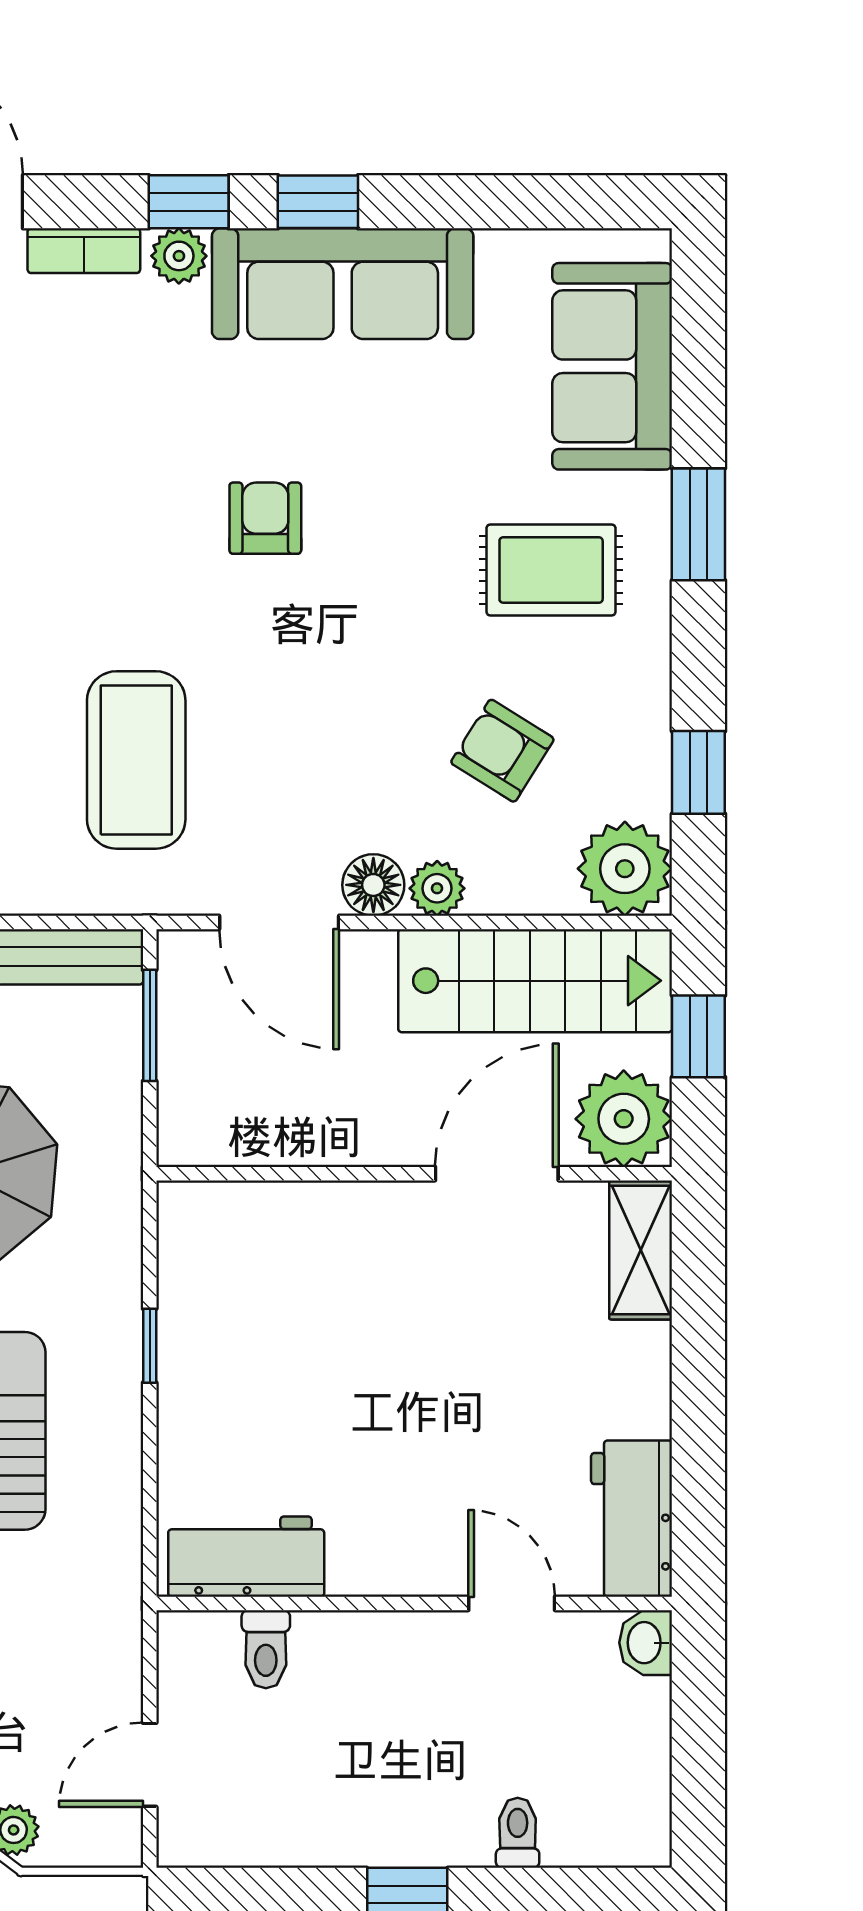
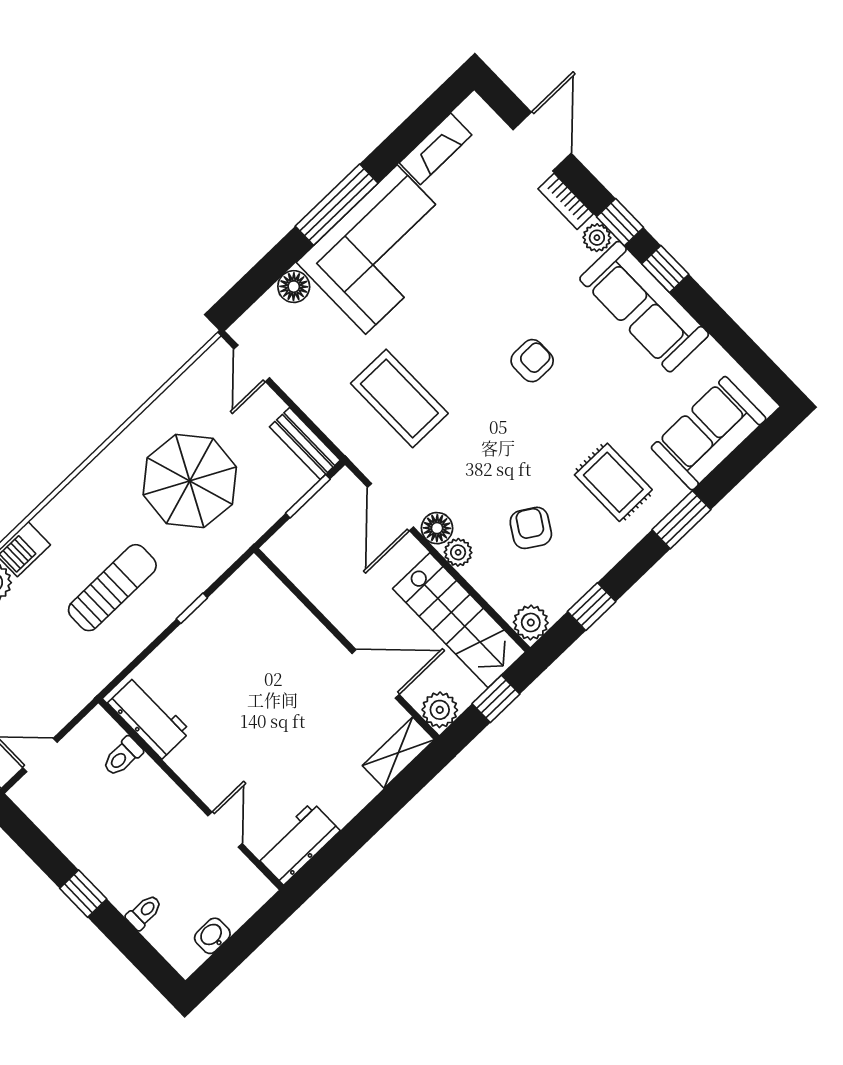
coffee table: (136, 760) -> (399, 398), turned 90
plant: (625, 869) -> (531, 623), width x0.73, depth x0.73
plant: (624, 1119) -> (440, 710), width x0.73, depth x0.73
washbasin: (646, 1643) -> (212, 936), moved

